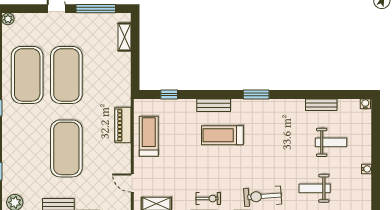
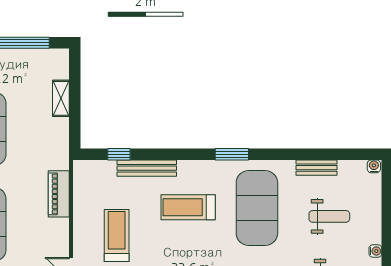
shelving: (124, 37) -> (61, 98), moved
bench: (214, 105) -> (147, 168), moved, width x1.36
treadmill: (149, 136) -> (117, 235), moved
exercise mat: (275, 136) -> (257, 208), added

